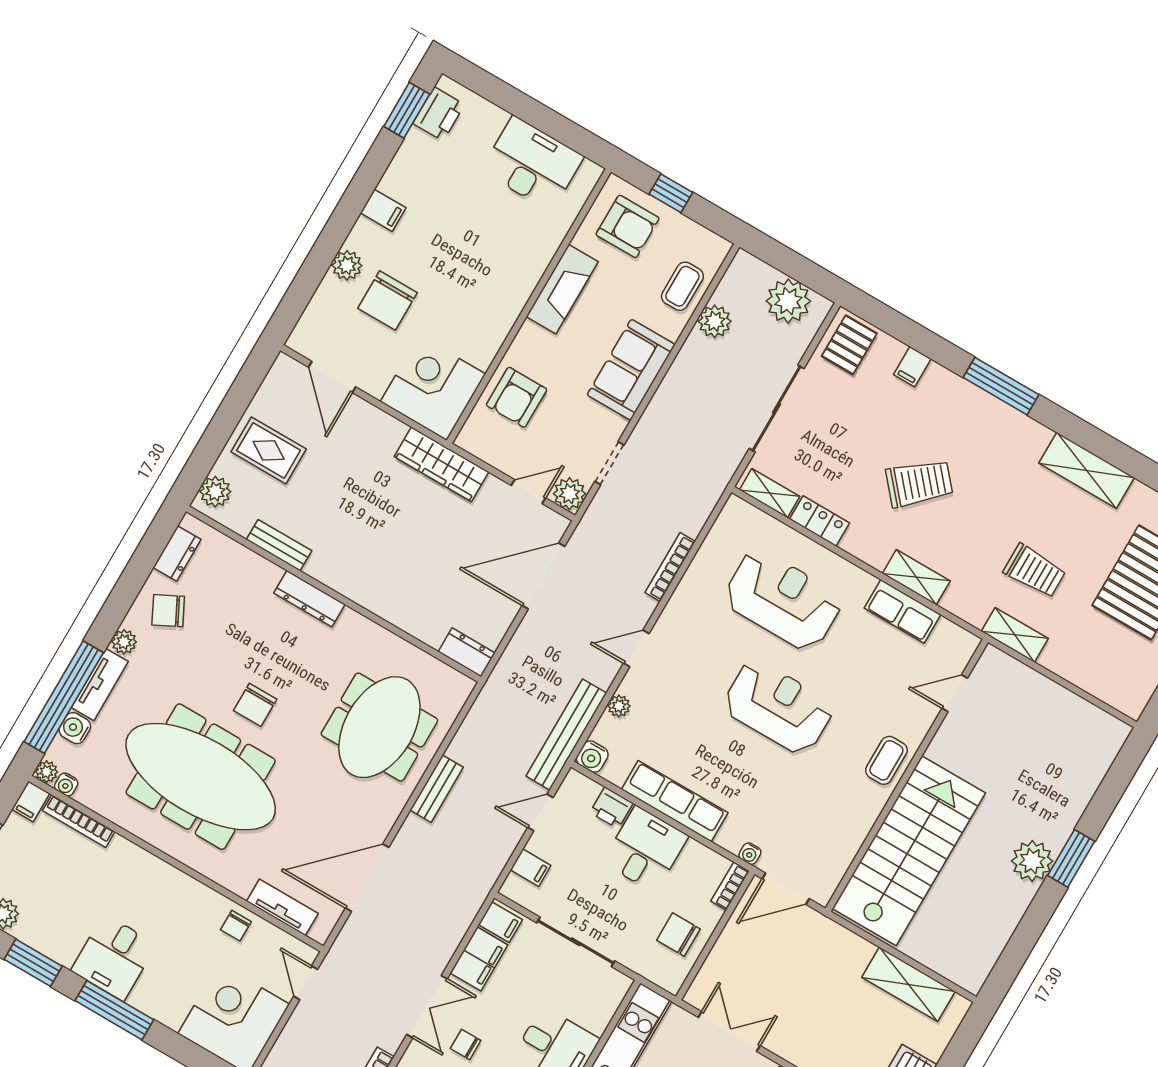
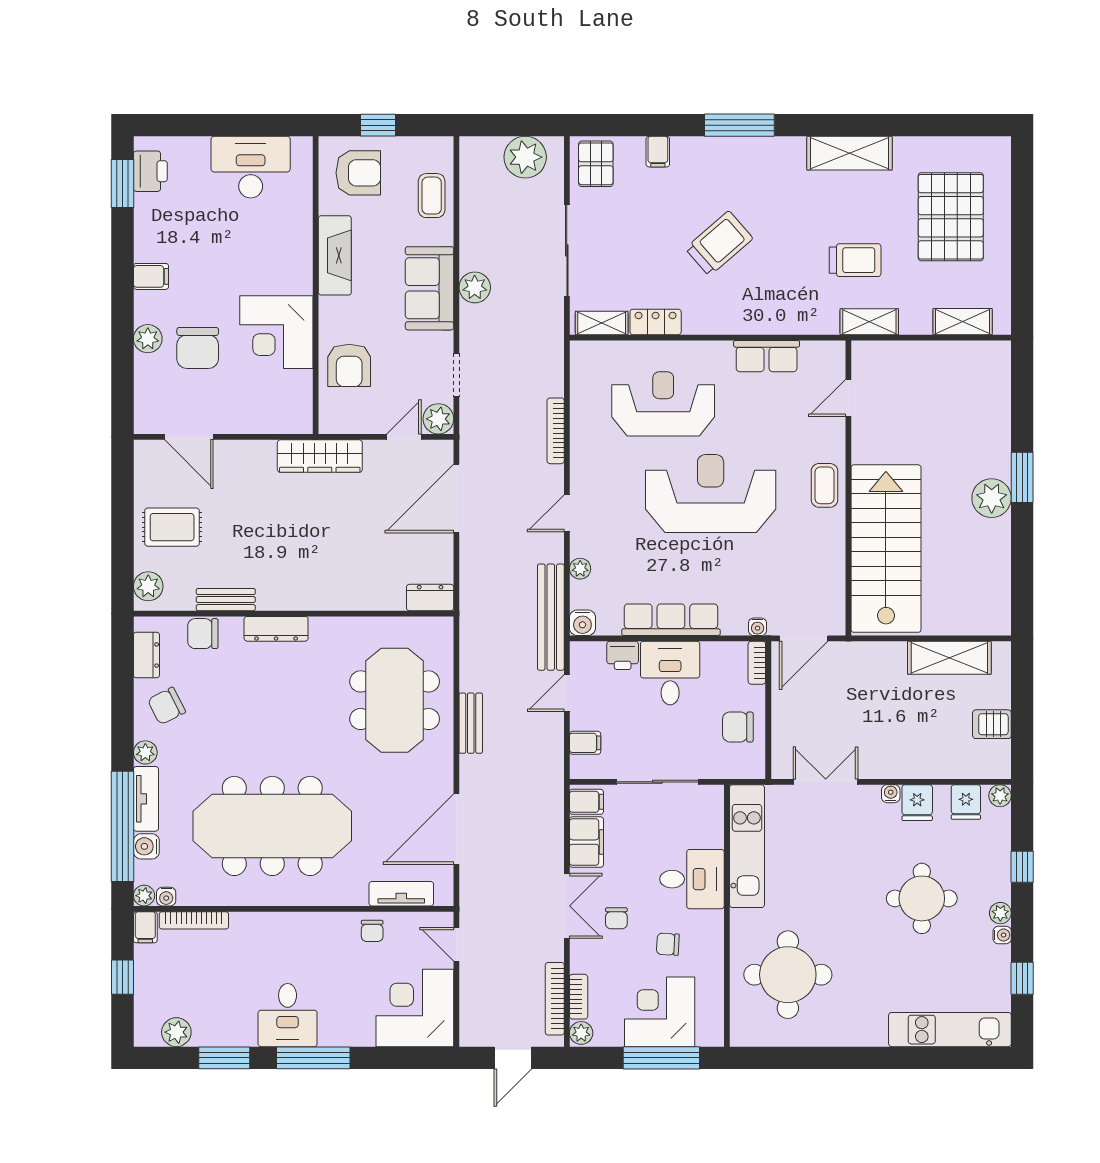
plant: (715, 321) -> (475, 287), moved
corner desk: (433, 388) -> (276, 332), moved, turned -90
shelving: (916, 577) -> (963, 322), moved
chair: (255, 705) -> (203, 634), moved, turned 90
reception desk: (778, 707) -> (711, 493), width x1.36, depth x1.30
chair: (466, 1044) -> (616, 918), turned -90

